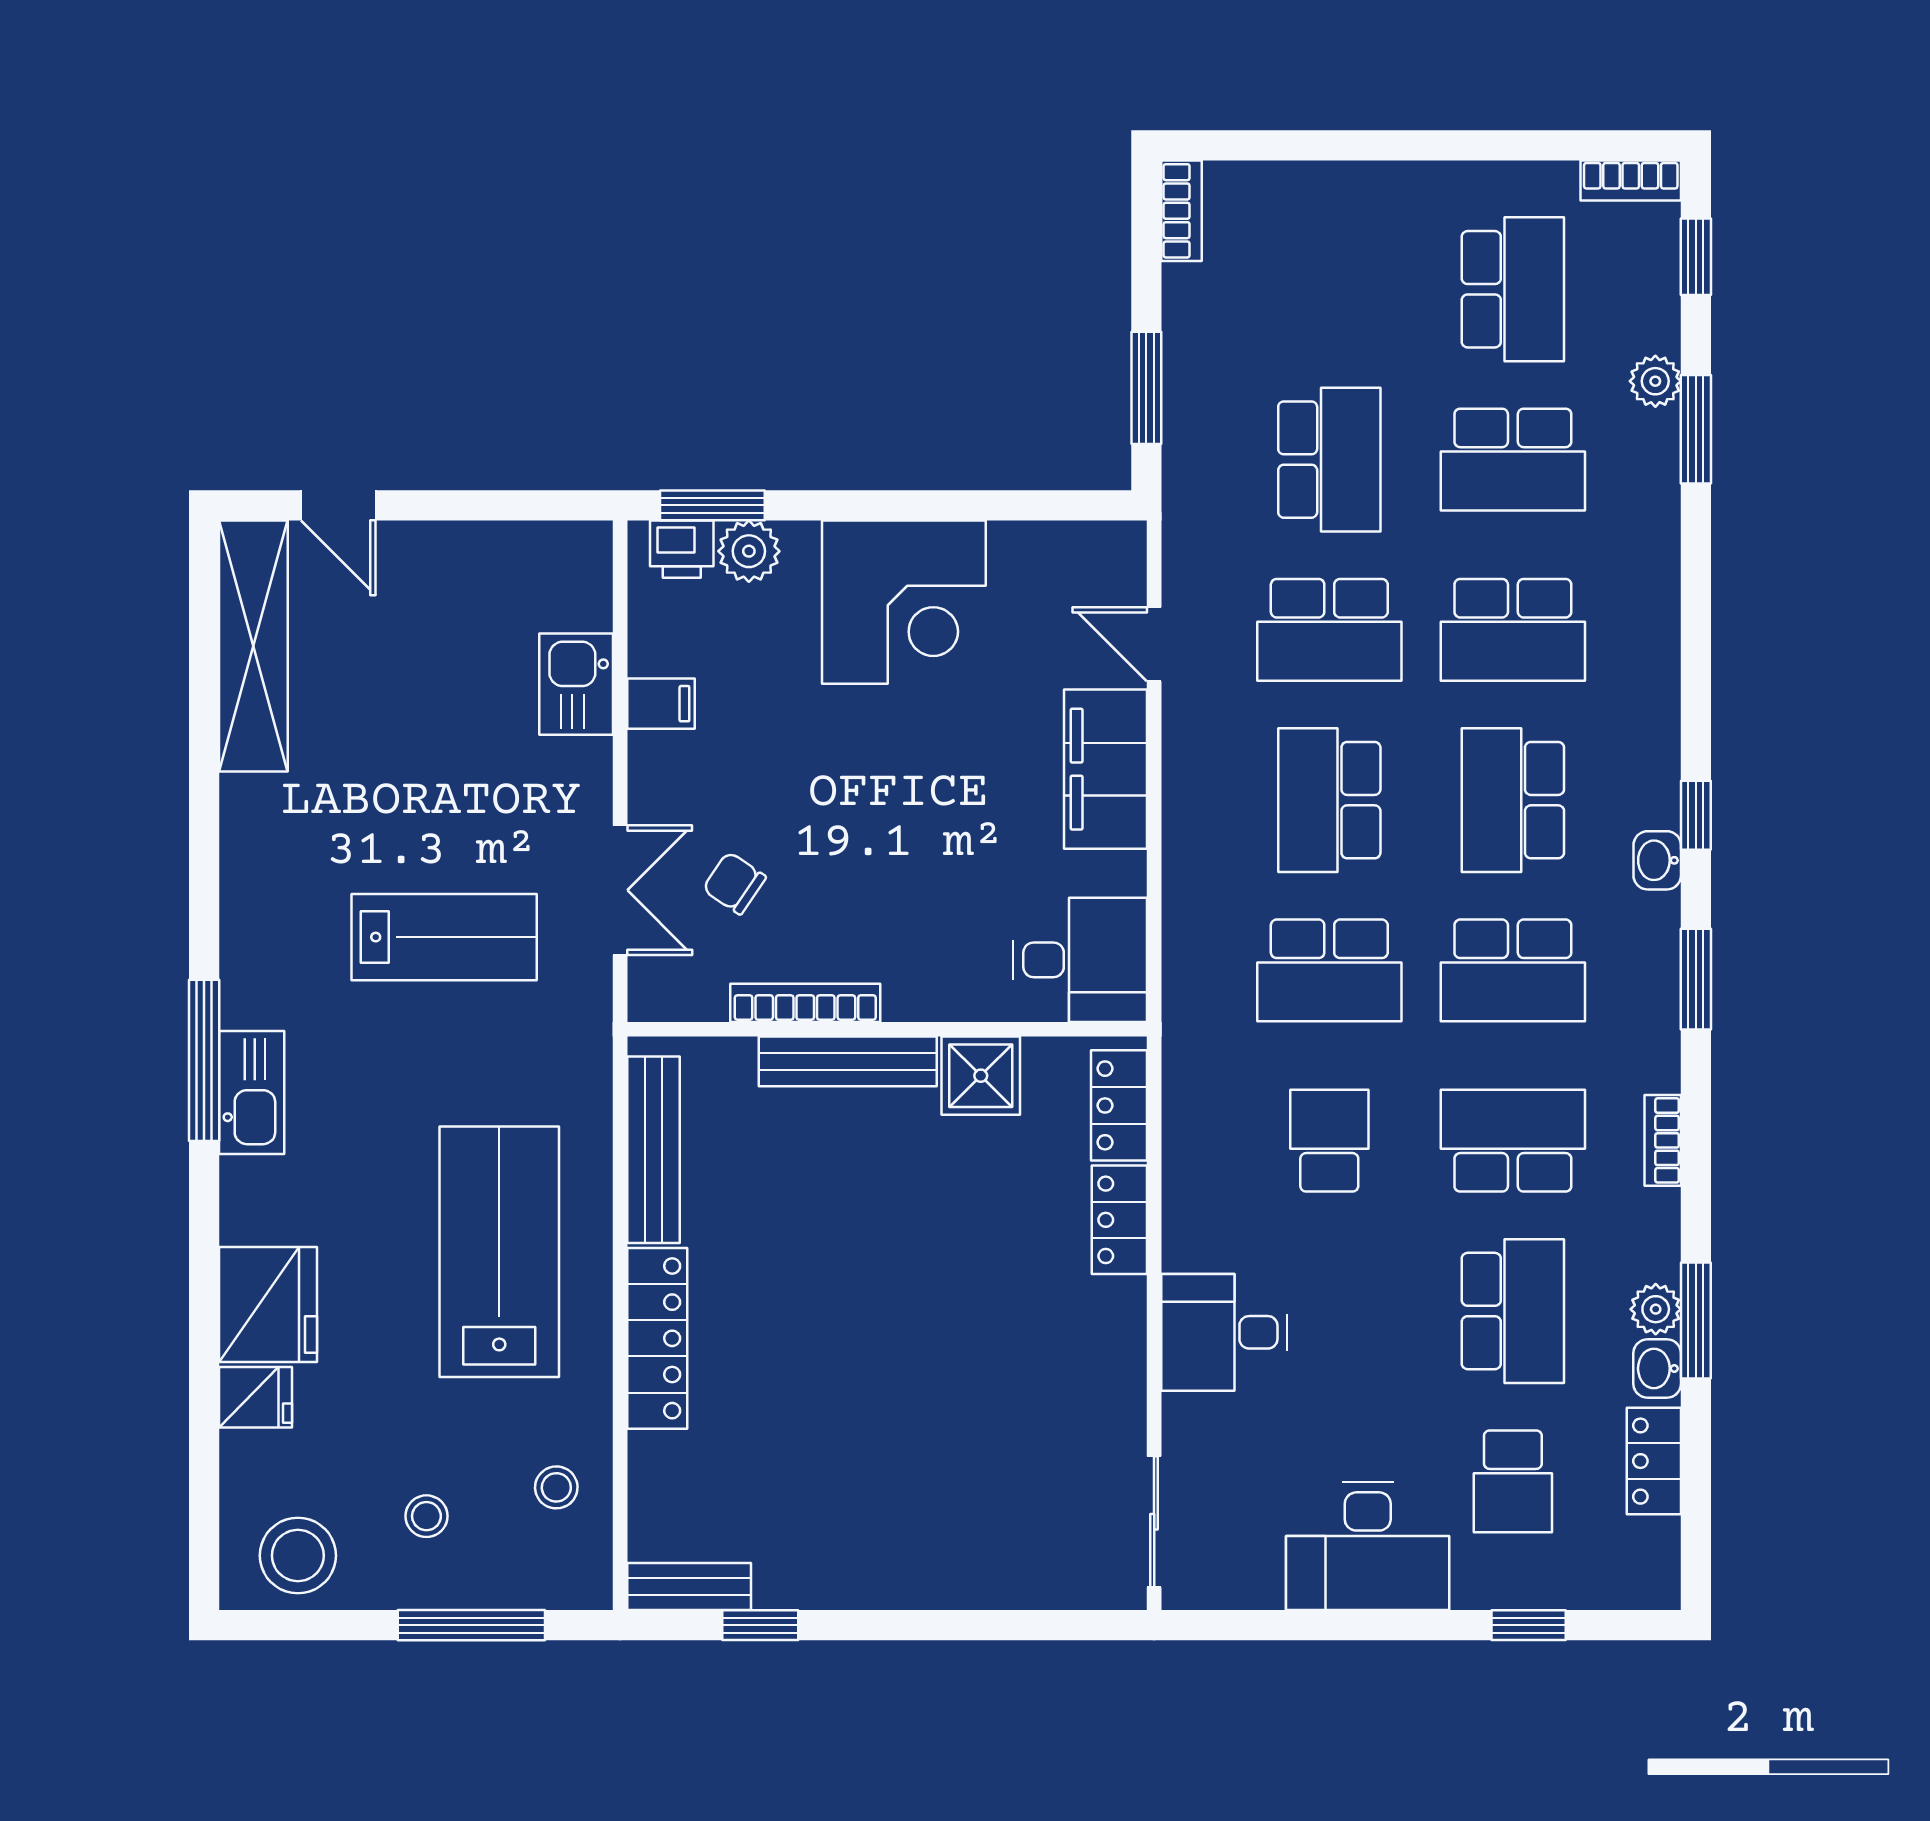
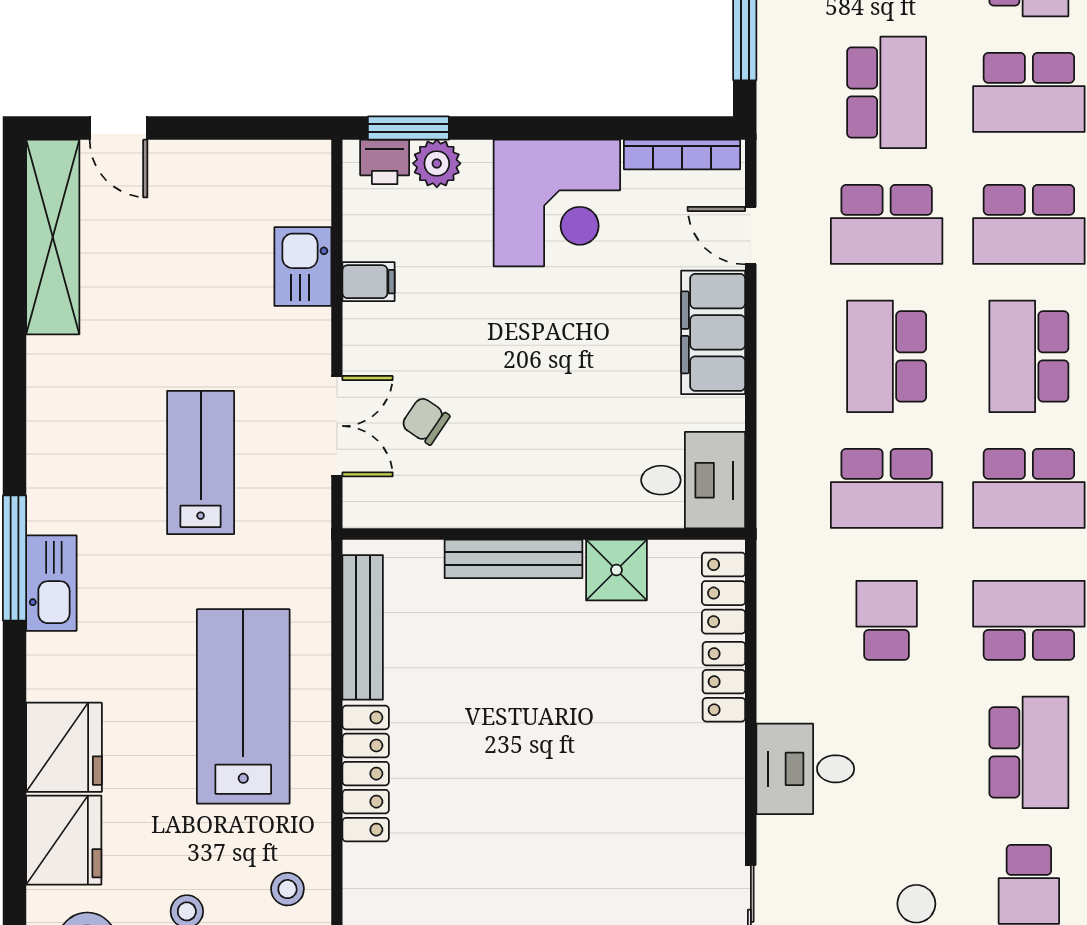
lab bench: (444, 937) -> (201, 463), turned -90
bookcase: (805, 1003) -> (682, 155), moved, turned 180
fridge: (256, 1397) -> (64, 840), width x1.88, depth x1.34

